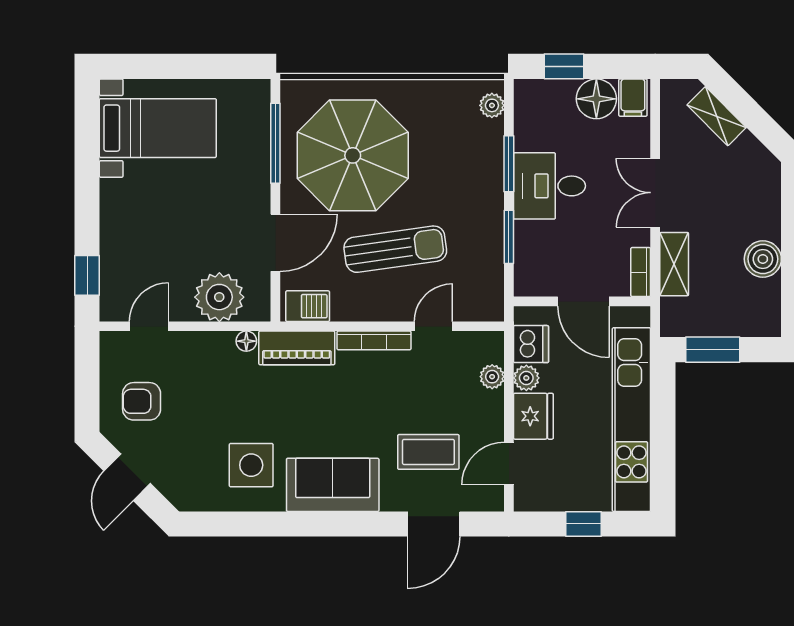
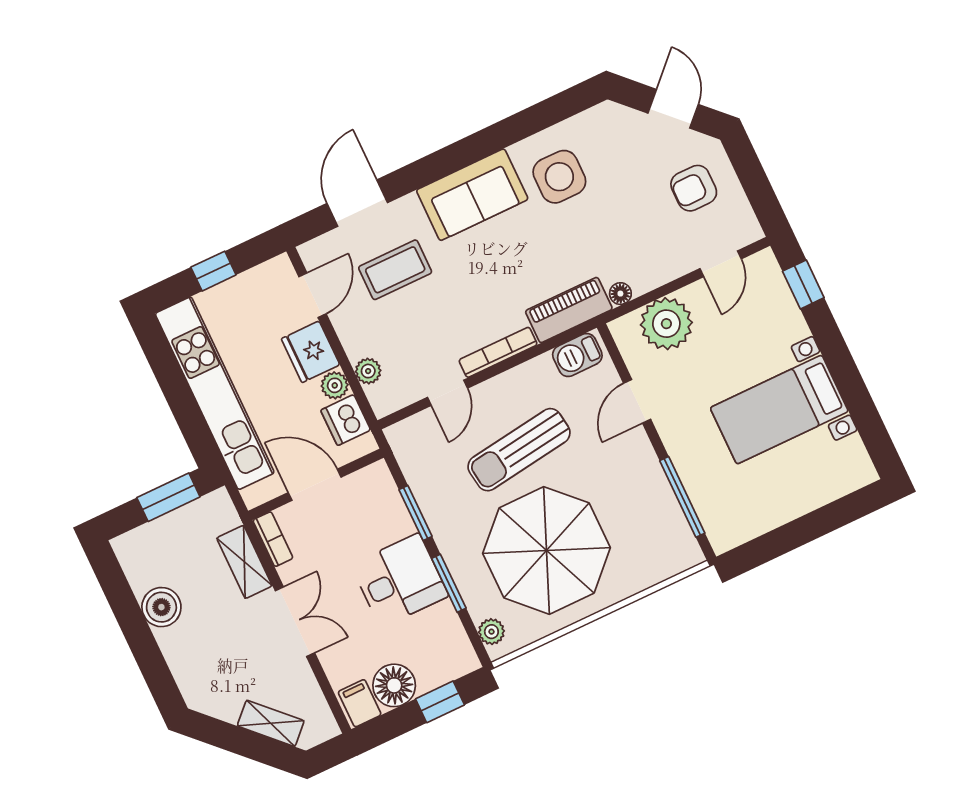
bed with nightstands: (158, 128) -> (779, 410), moved
parasol: (353, 155) -> (547, 550), moved
door: (275, 243) -> (637, 401), width x0.73
armchair: (142, 401) -> (694, 188), turned 180

